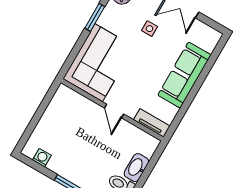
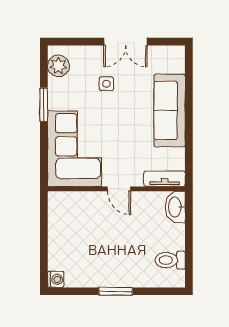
washing machine: (42, 158) -> (56, 279), moved, turned 90
washbasin: (136, 168) -> (175, 207), moved

